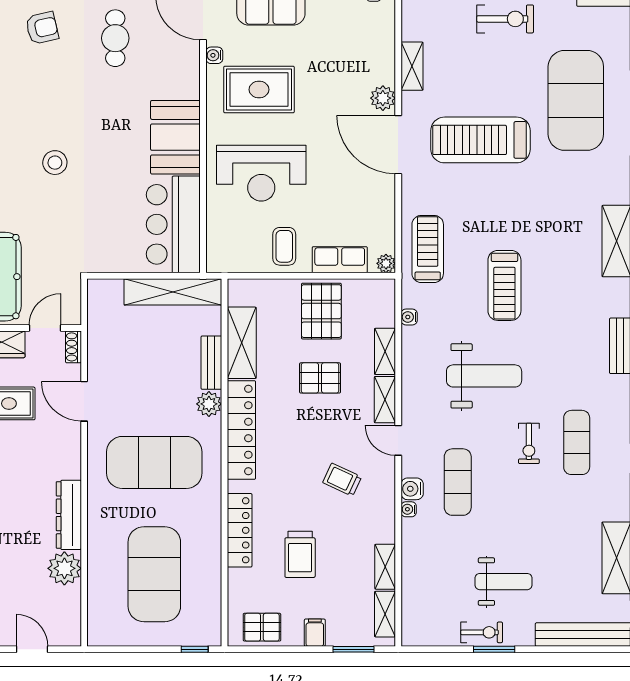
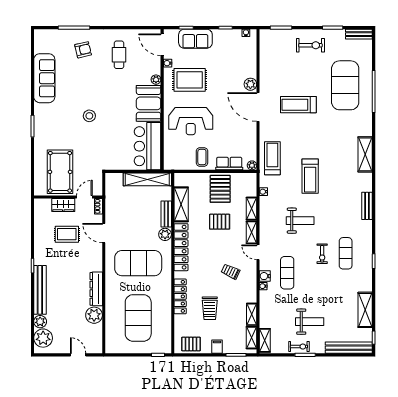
shelving: (412, 66) -> (265, 340), moved
plant: (191, 89) -> (156, 80), added
treadmill: (480, 140) -> (298, 105), width x0.73, depth x0.73
weight bench: (484, 376) -> (300, 221), width x0.73, depth x0.75

